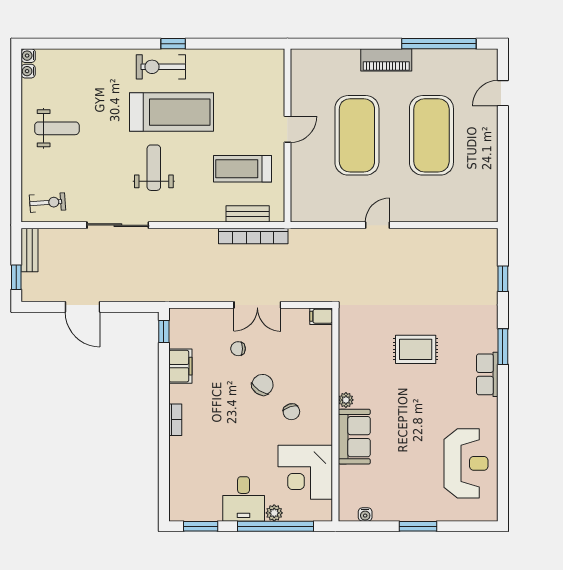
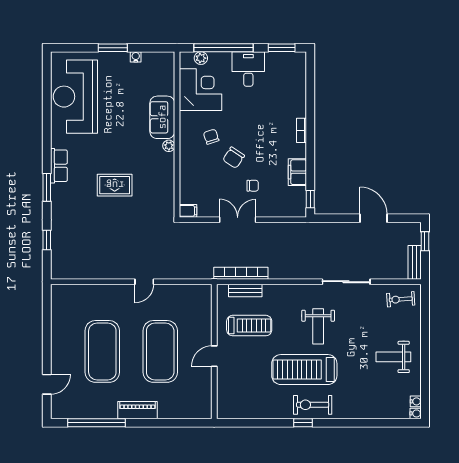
exercise bike: (161, 67) -> (313, 405), turned 180
reception desk: (466, 463) -> (75, 97), width x1.36, depth x1.30
plant: (274, 513) -> (201, 58), moved
water cooler: (365, 514) -> (136, 57), moved

